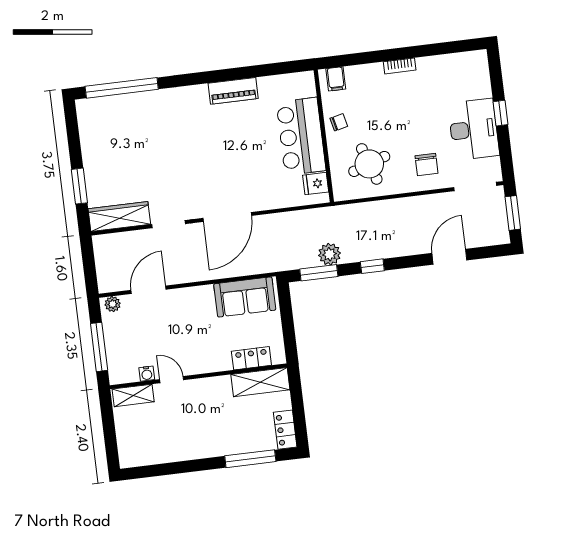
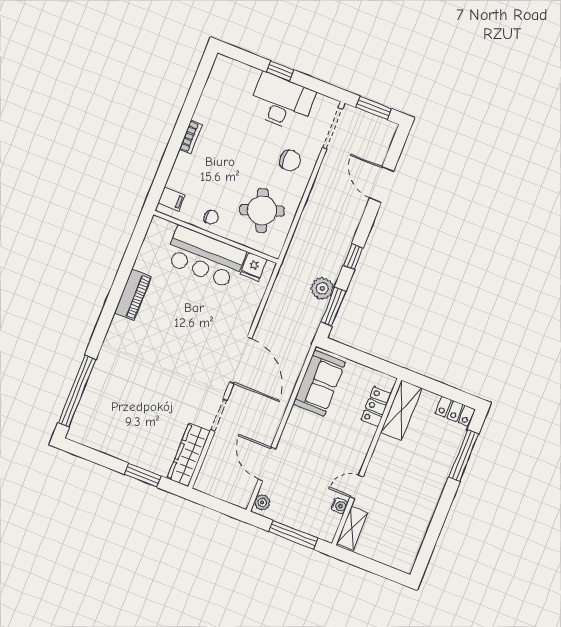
chair: (339, 122) -> (211, 217), turned 103

